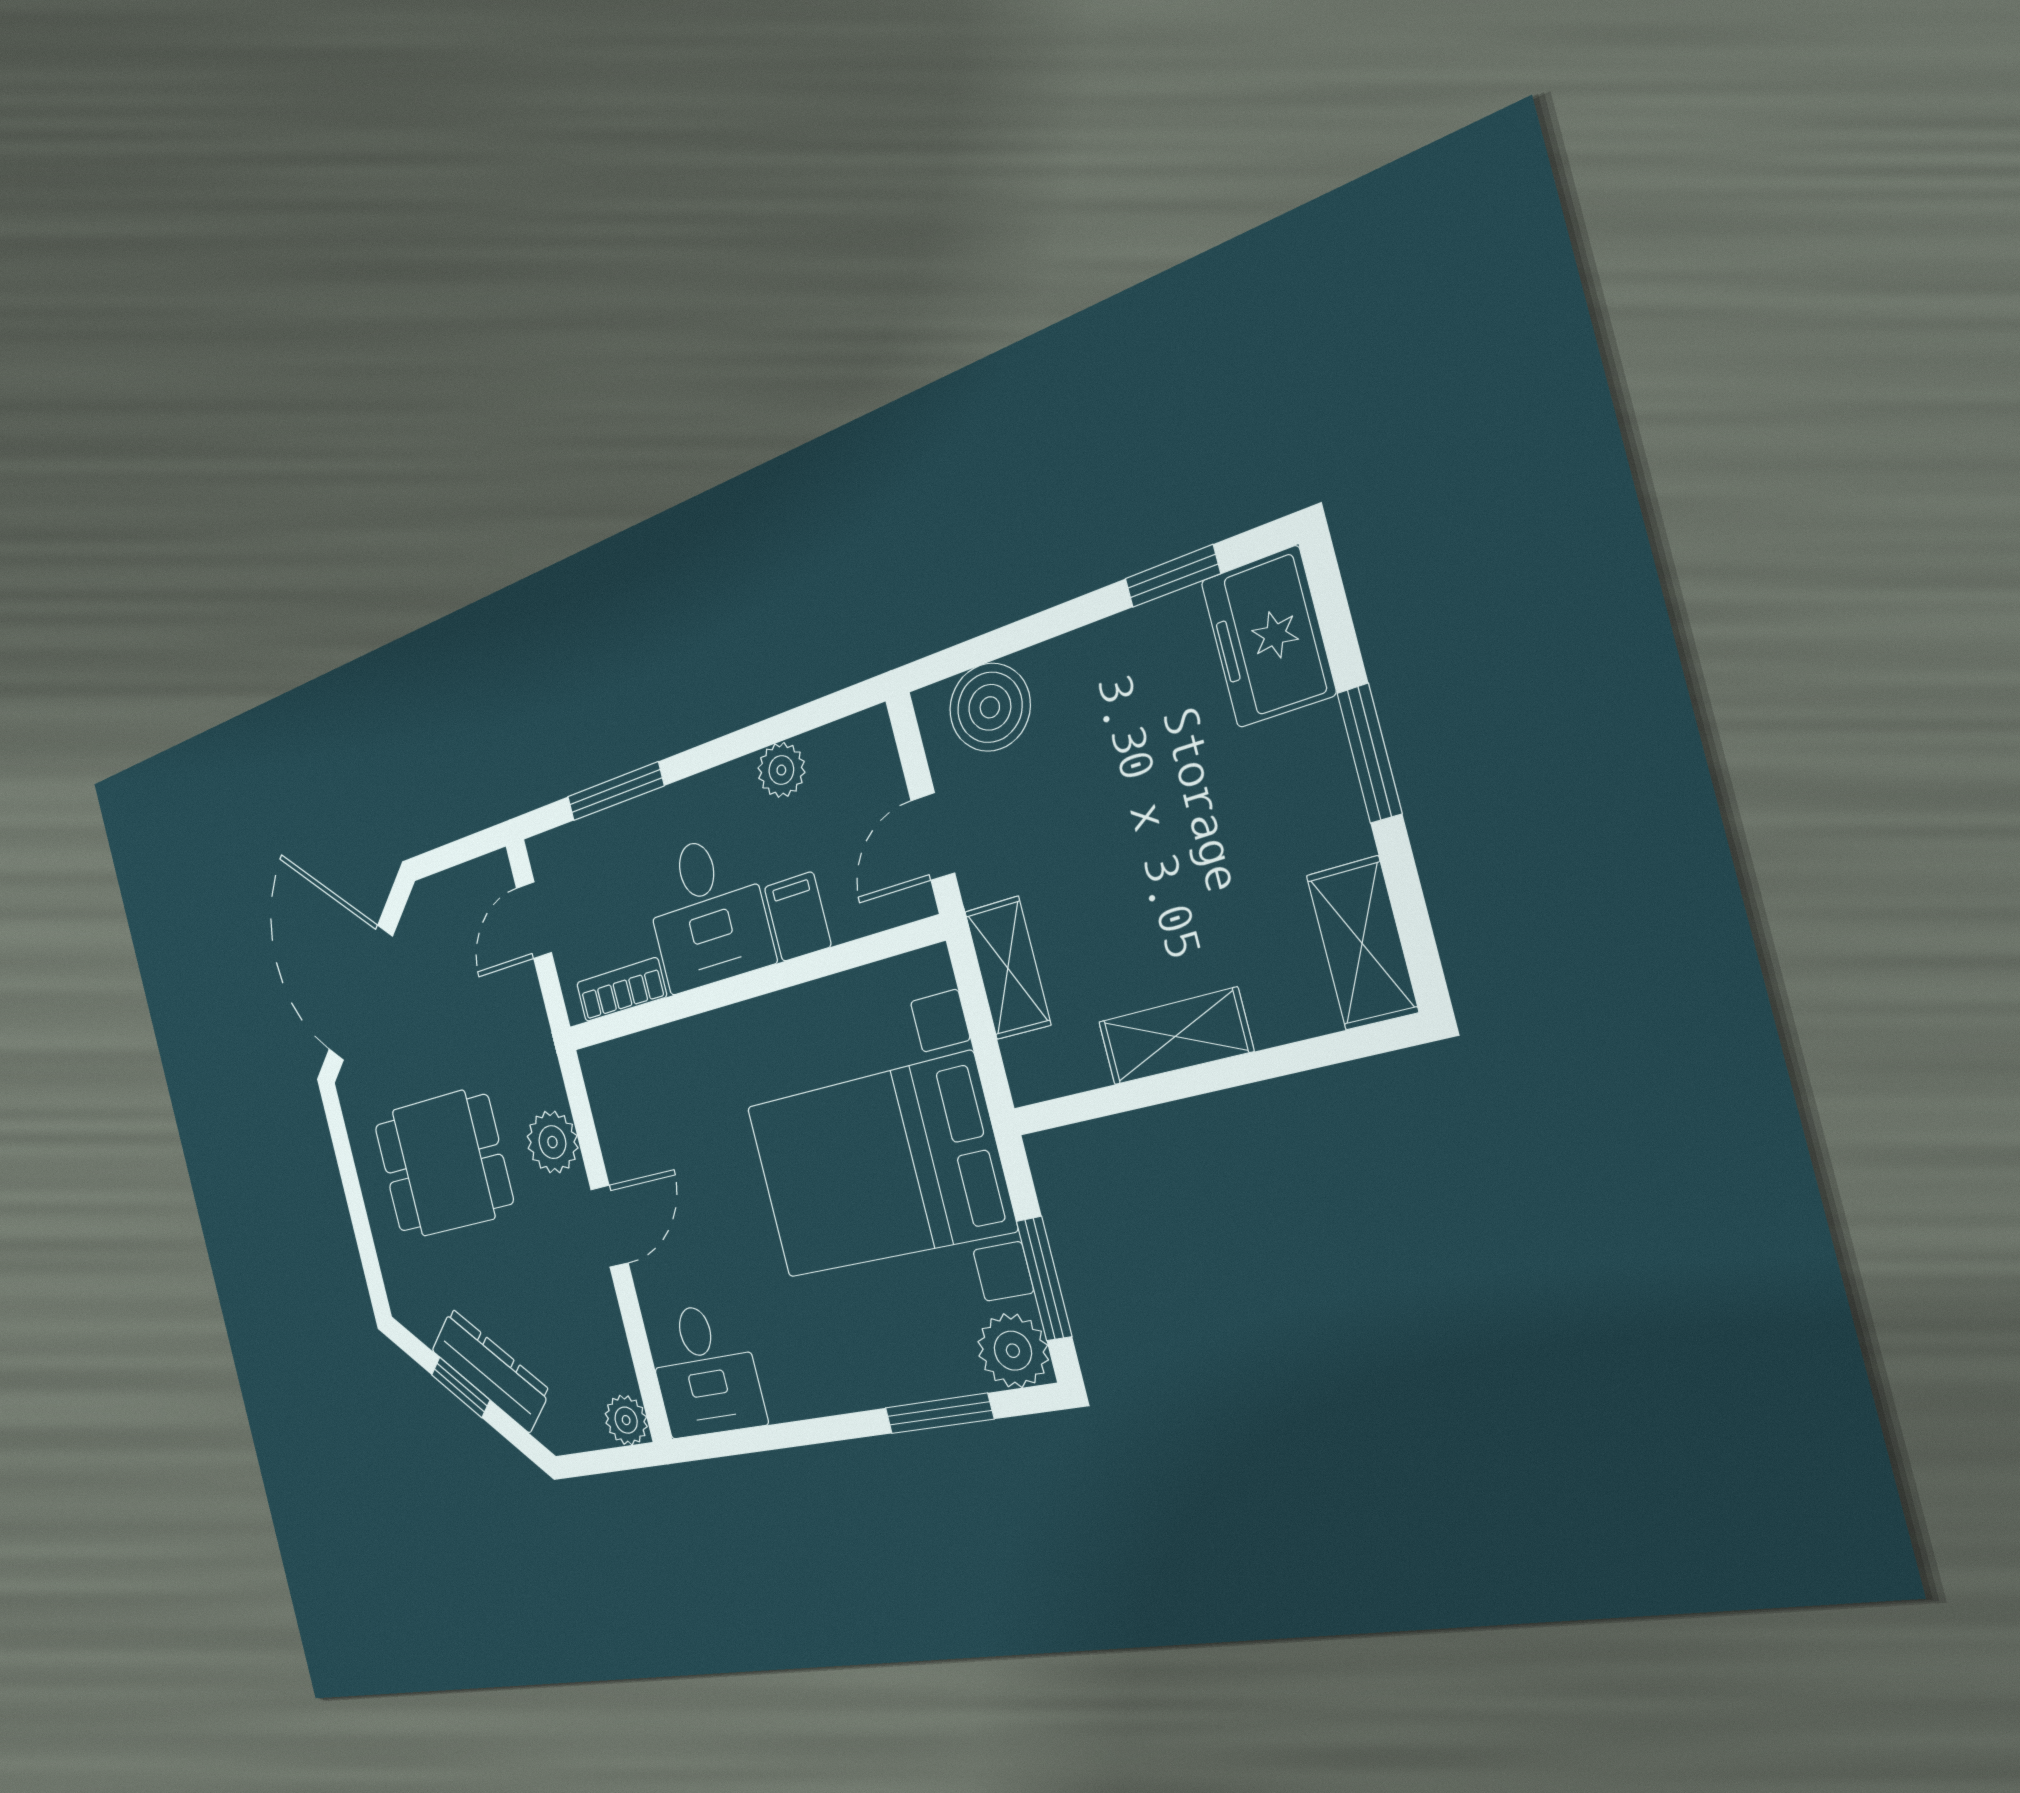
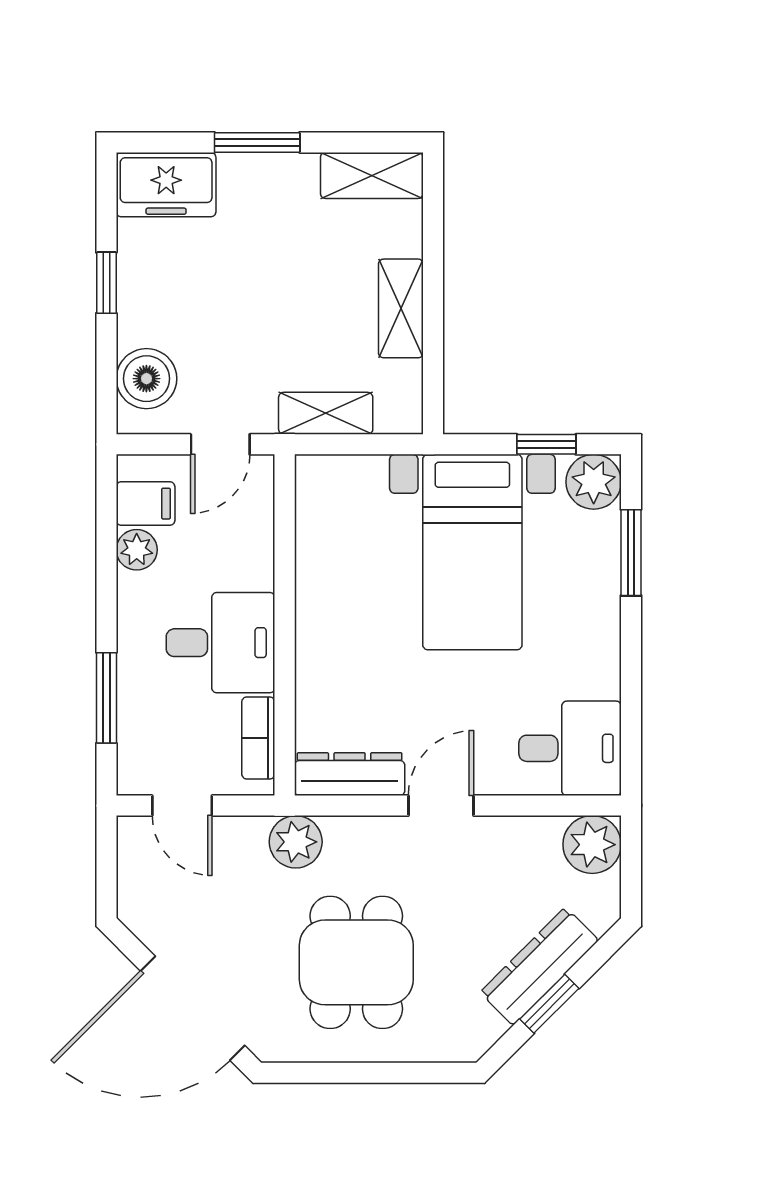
window: (1172, 576) -> (106, 283), moved
door: (933, 837) -> (220, 444), hinge flipped
filing cabinet: (798, 917) -> (146, 504), moved, turned 180
dresser: (613, 1110) -> (350, 774), added
plant: (552, 1142) -> (296, 842), moved
bed with nightstands: (878, 1167) -> (472, 552), width x0.73
door: (610, 1226) -> (441, 806), hinge flipped
window: (1044, 1279) -> (546, 444), width x0.67
plant: (626, 1420) -> (592, 845), width x1.38, depth x1.38

